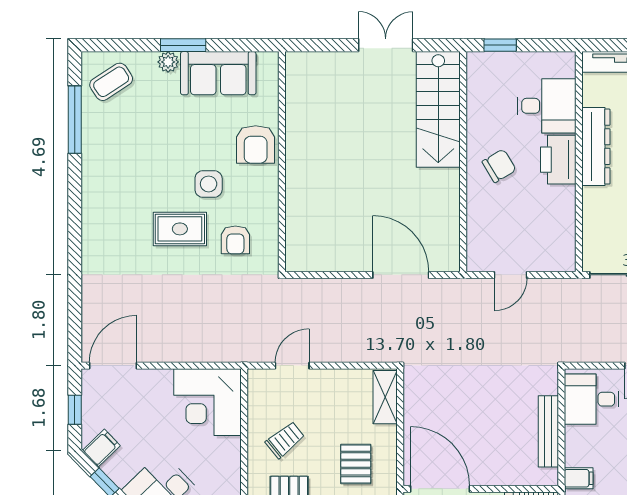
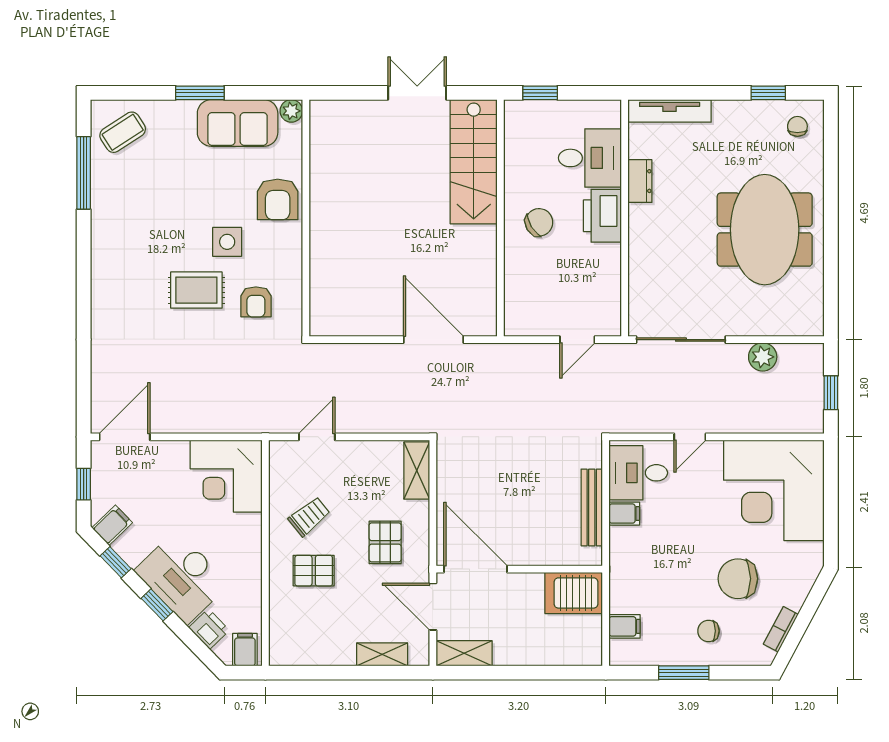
plant: (168, 62) -> (291, 111), moved
dresser: (596, 147) -> (640, 181), width x0.51, depth x0.80
door: (511, 275) -> (577, 340), moved
filing cabinet: (579, 478) -> (624, 514), moved

